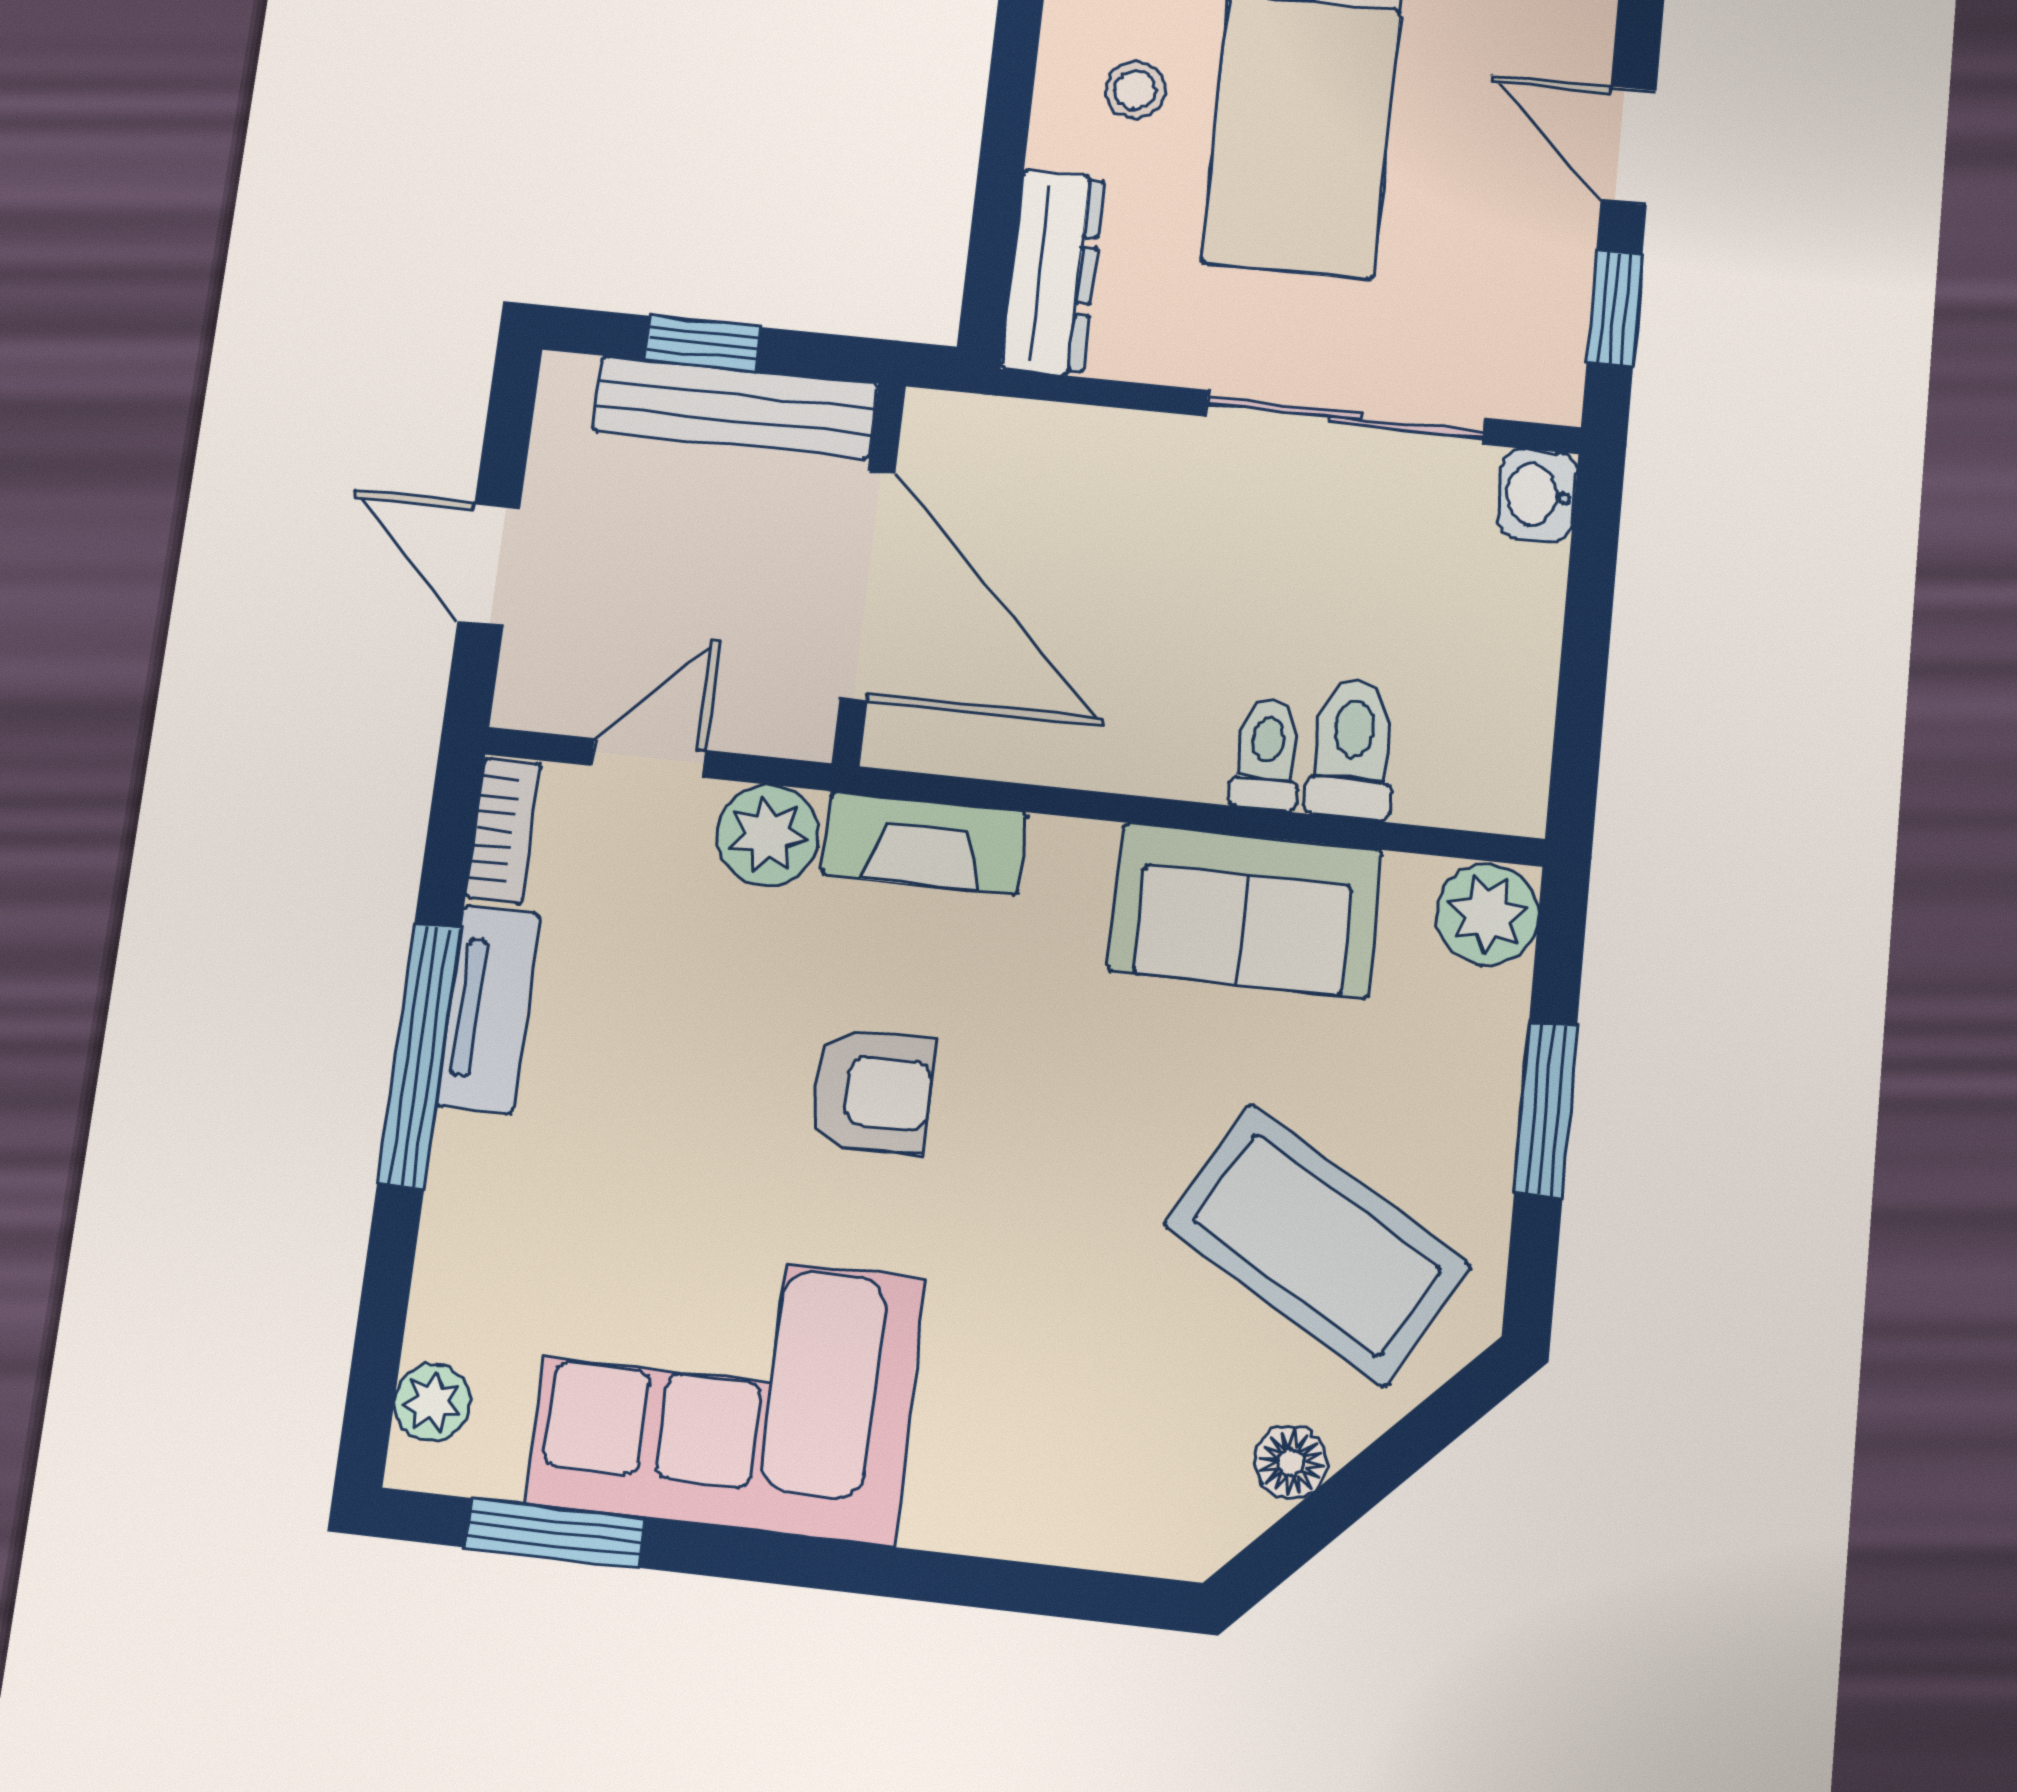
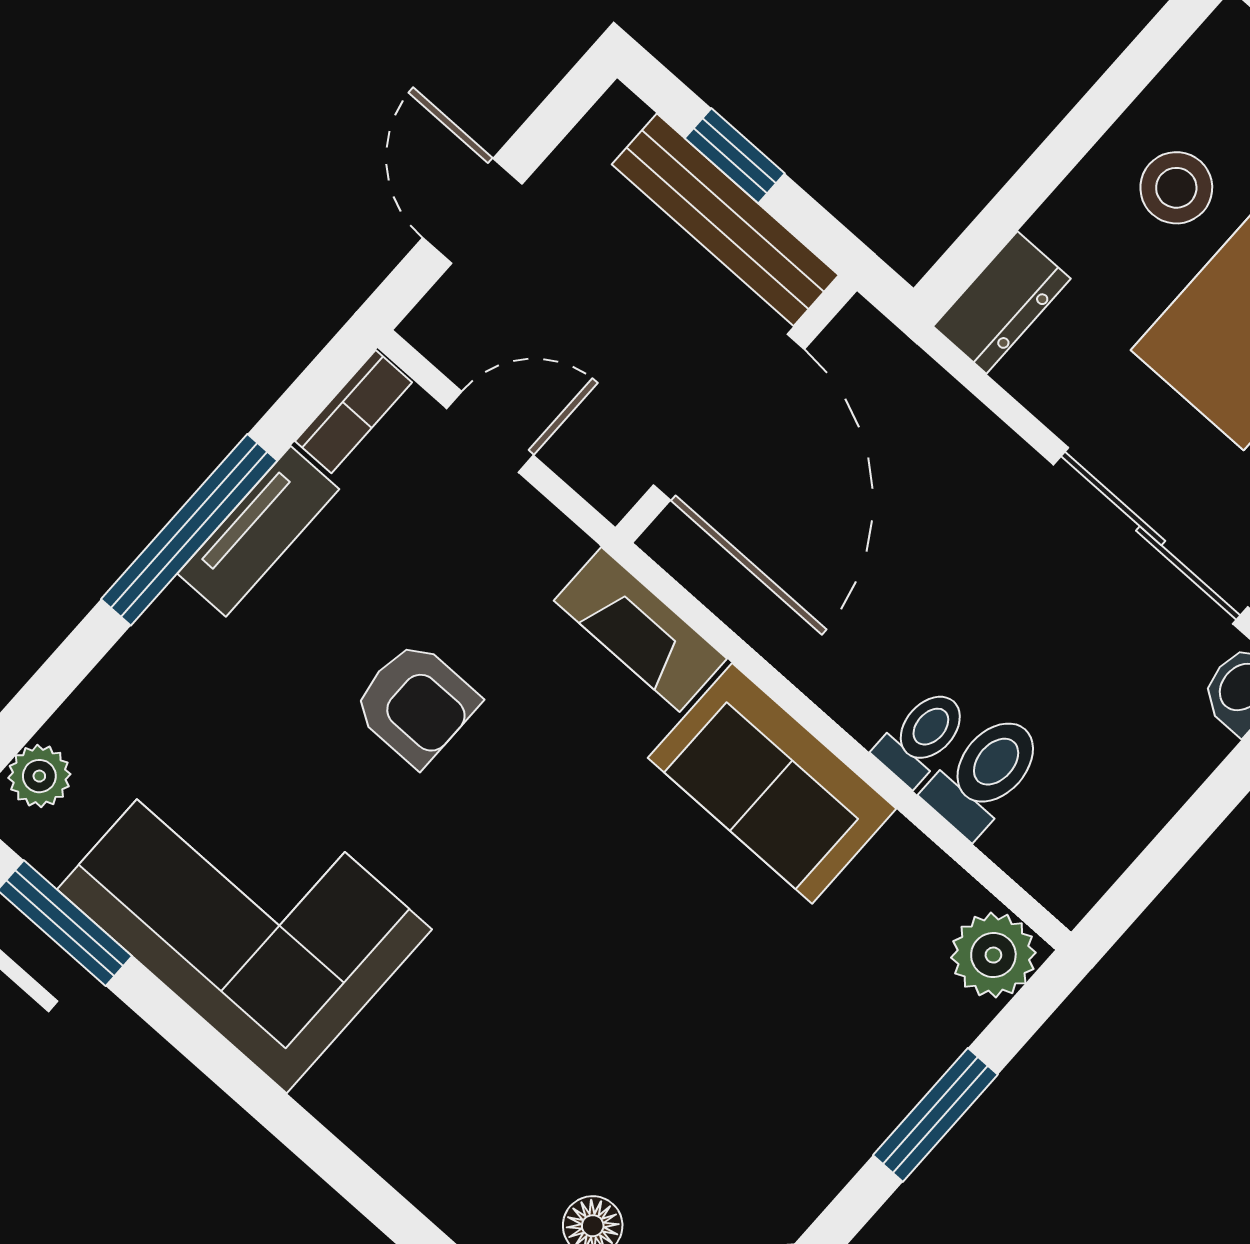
stool: (1136, 90) -> (1176, 188), width x1.37, depth x1.37
dresser: (1053, 272) -> (1002, 303), width x0.70
plant: (768, 835) -> (536, 546), removed
sofa: (1245, 910) -> (772, 783), moved
armchair: (872, 1092) -> (416, 704), moved
coffee table: (1317, 1245) -> (714, 1095), removed

